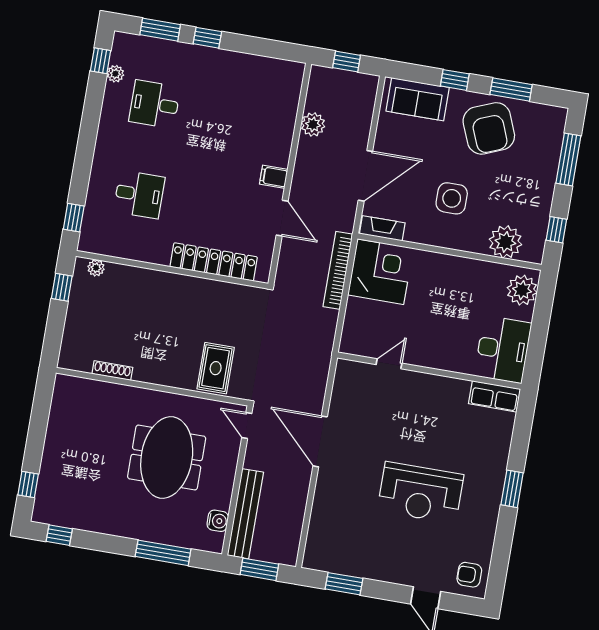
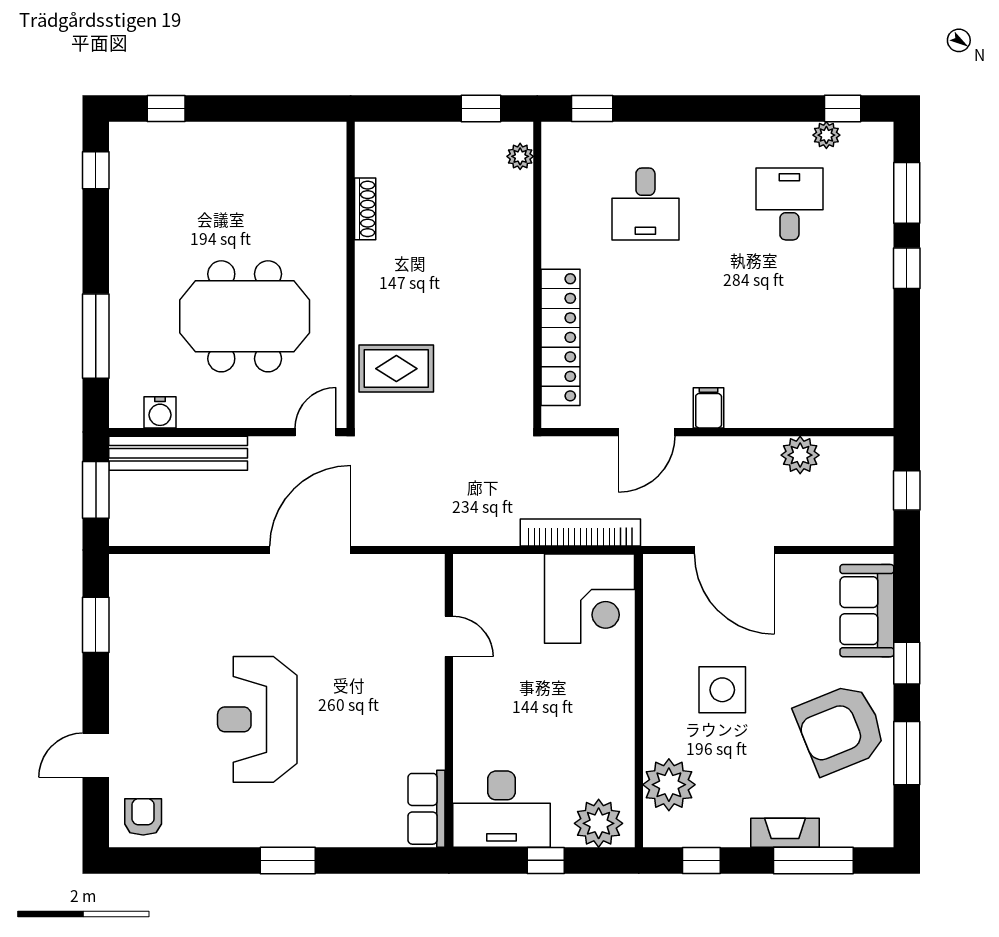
fireplace: (382, 228) -> (785, 833), moved, turned -90
window: (540, 327) -> (546, 860), added

